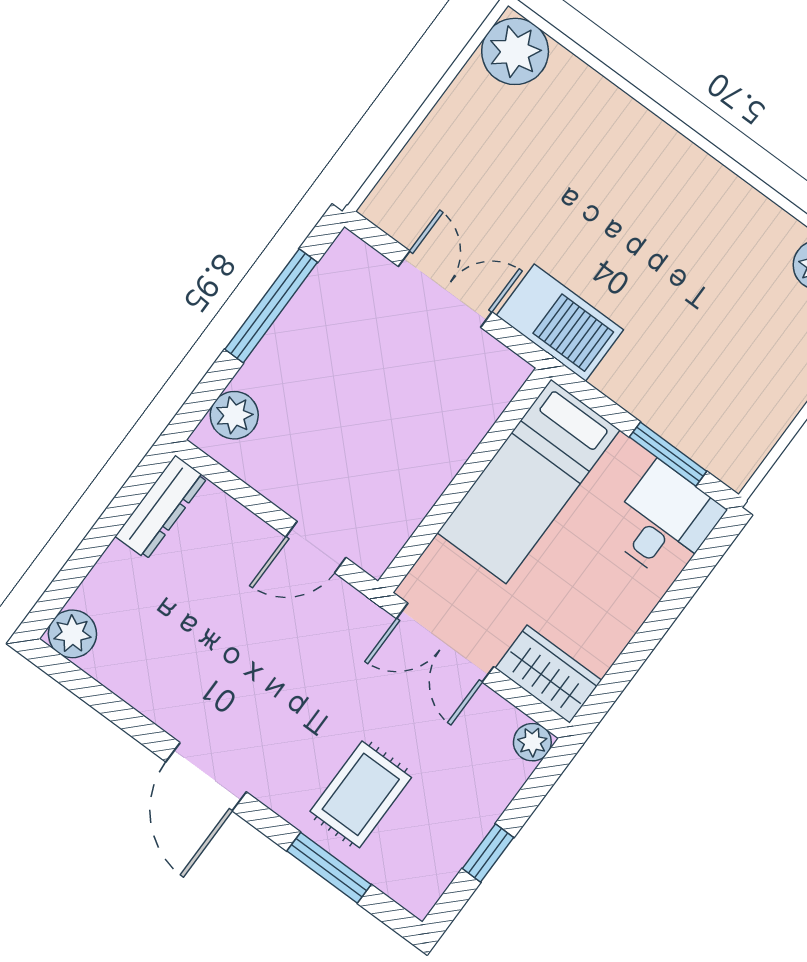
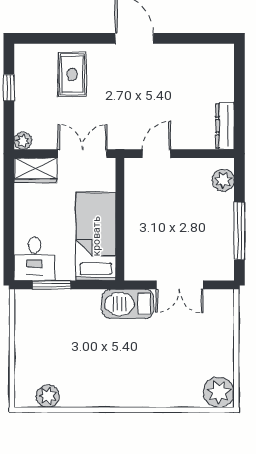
plant: (72, 634) -> (223, 55), removed
window: (329, 868) -> (64, 38), removed

